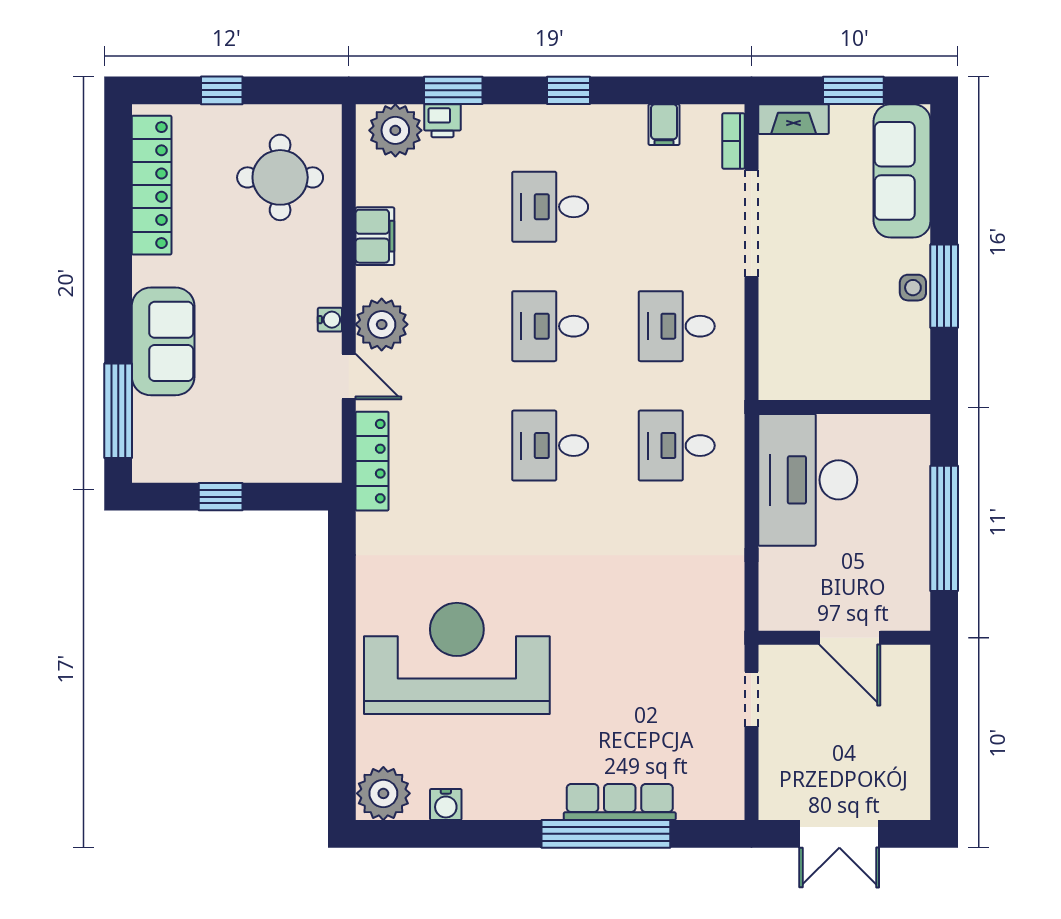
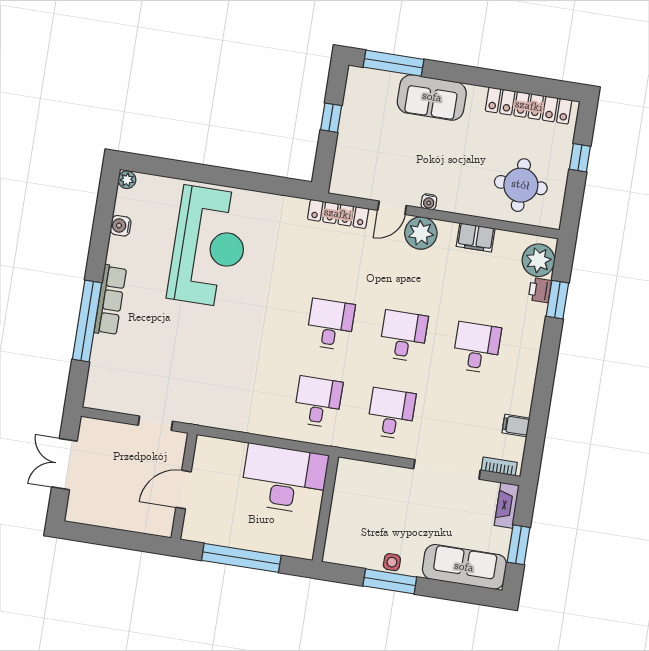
window: (569, 90) -> (546, 370), removed
plant: (383, 793) -> (127, 180), width x0.53, depth x0.53
row of seats: (620, 802) -> (110, 300), moved

